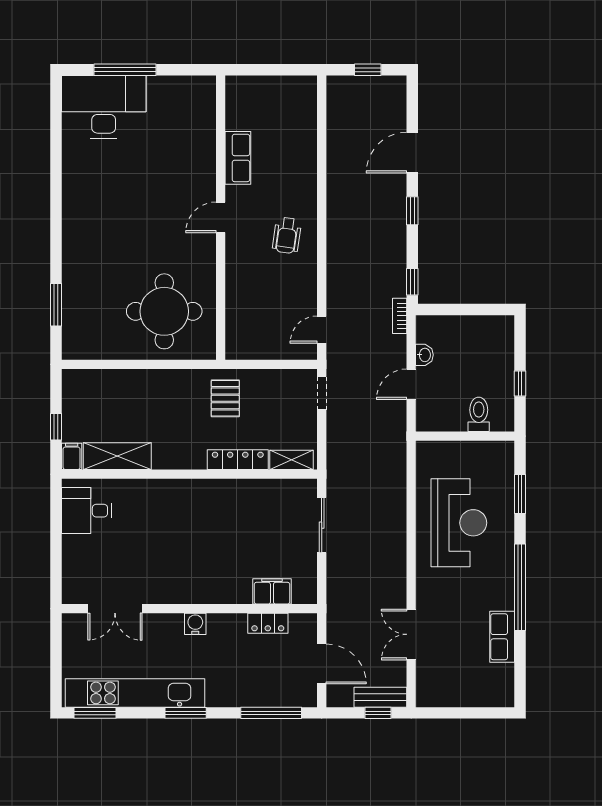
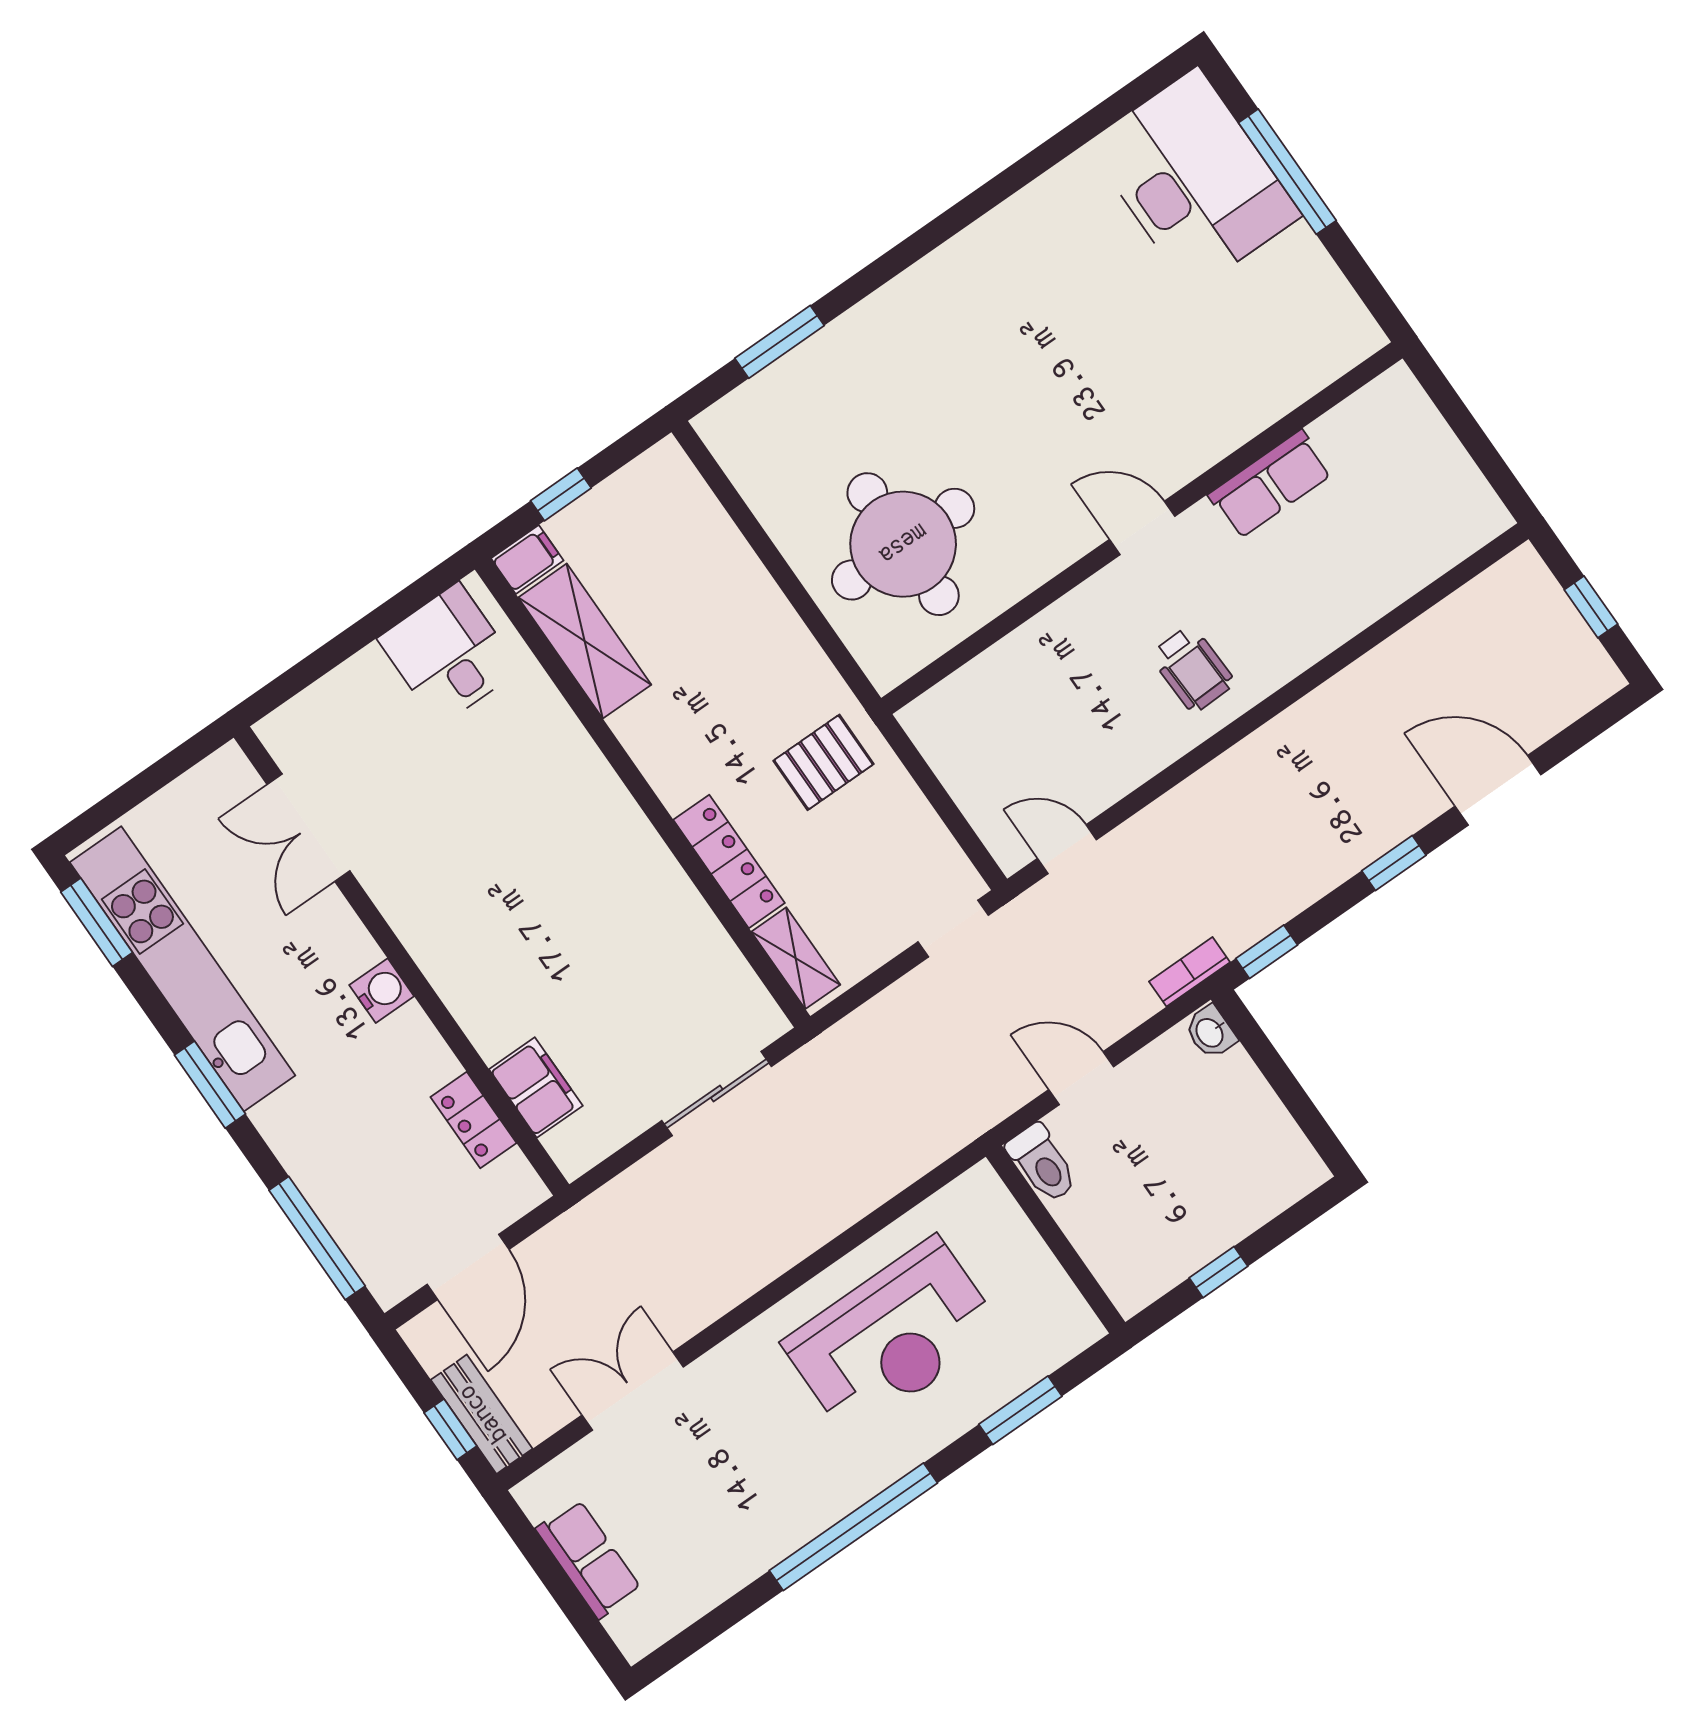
wheelchair: (287, 235) -> (1192, 669), turned -100
washbasin: (424, 355) -> (1210, 1032), moved, turned 90
toilet: (479, 414) -> (1042, 1163), moved, turned 90
row of seats: (502, 637) -> (588, 1559), moved, turned 90

